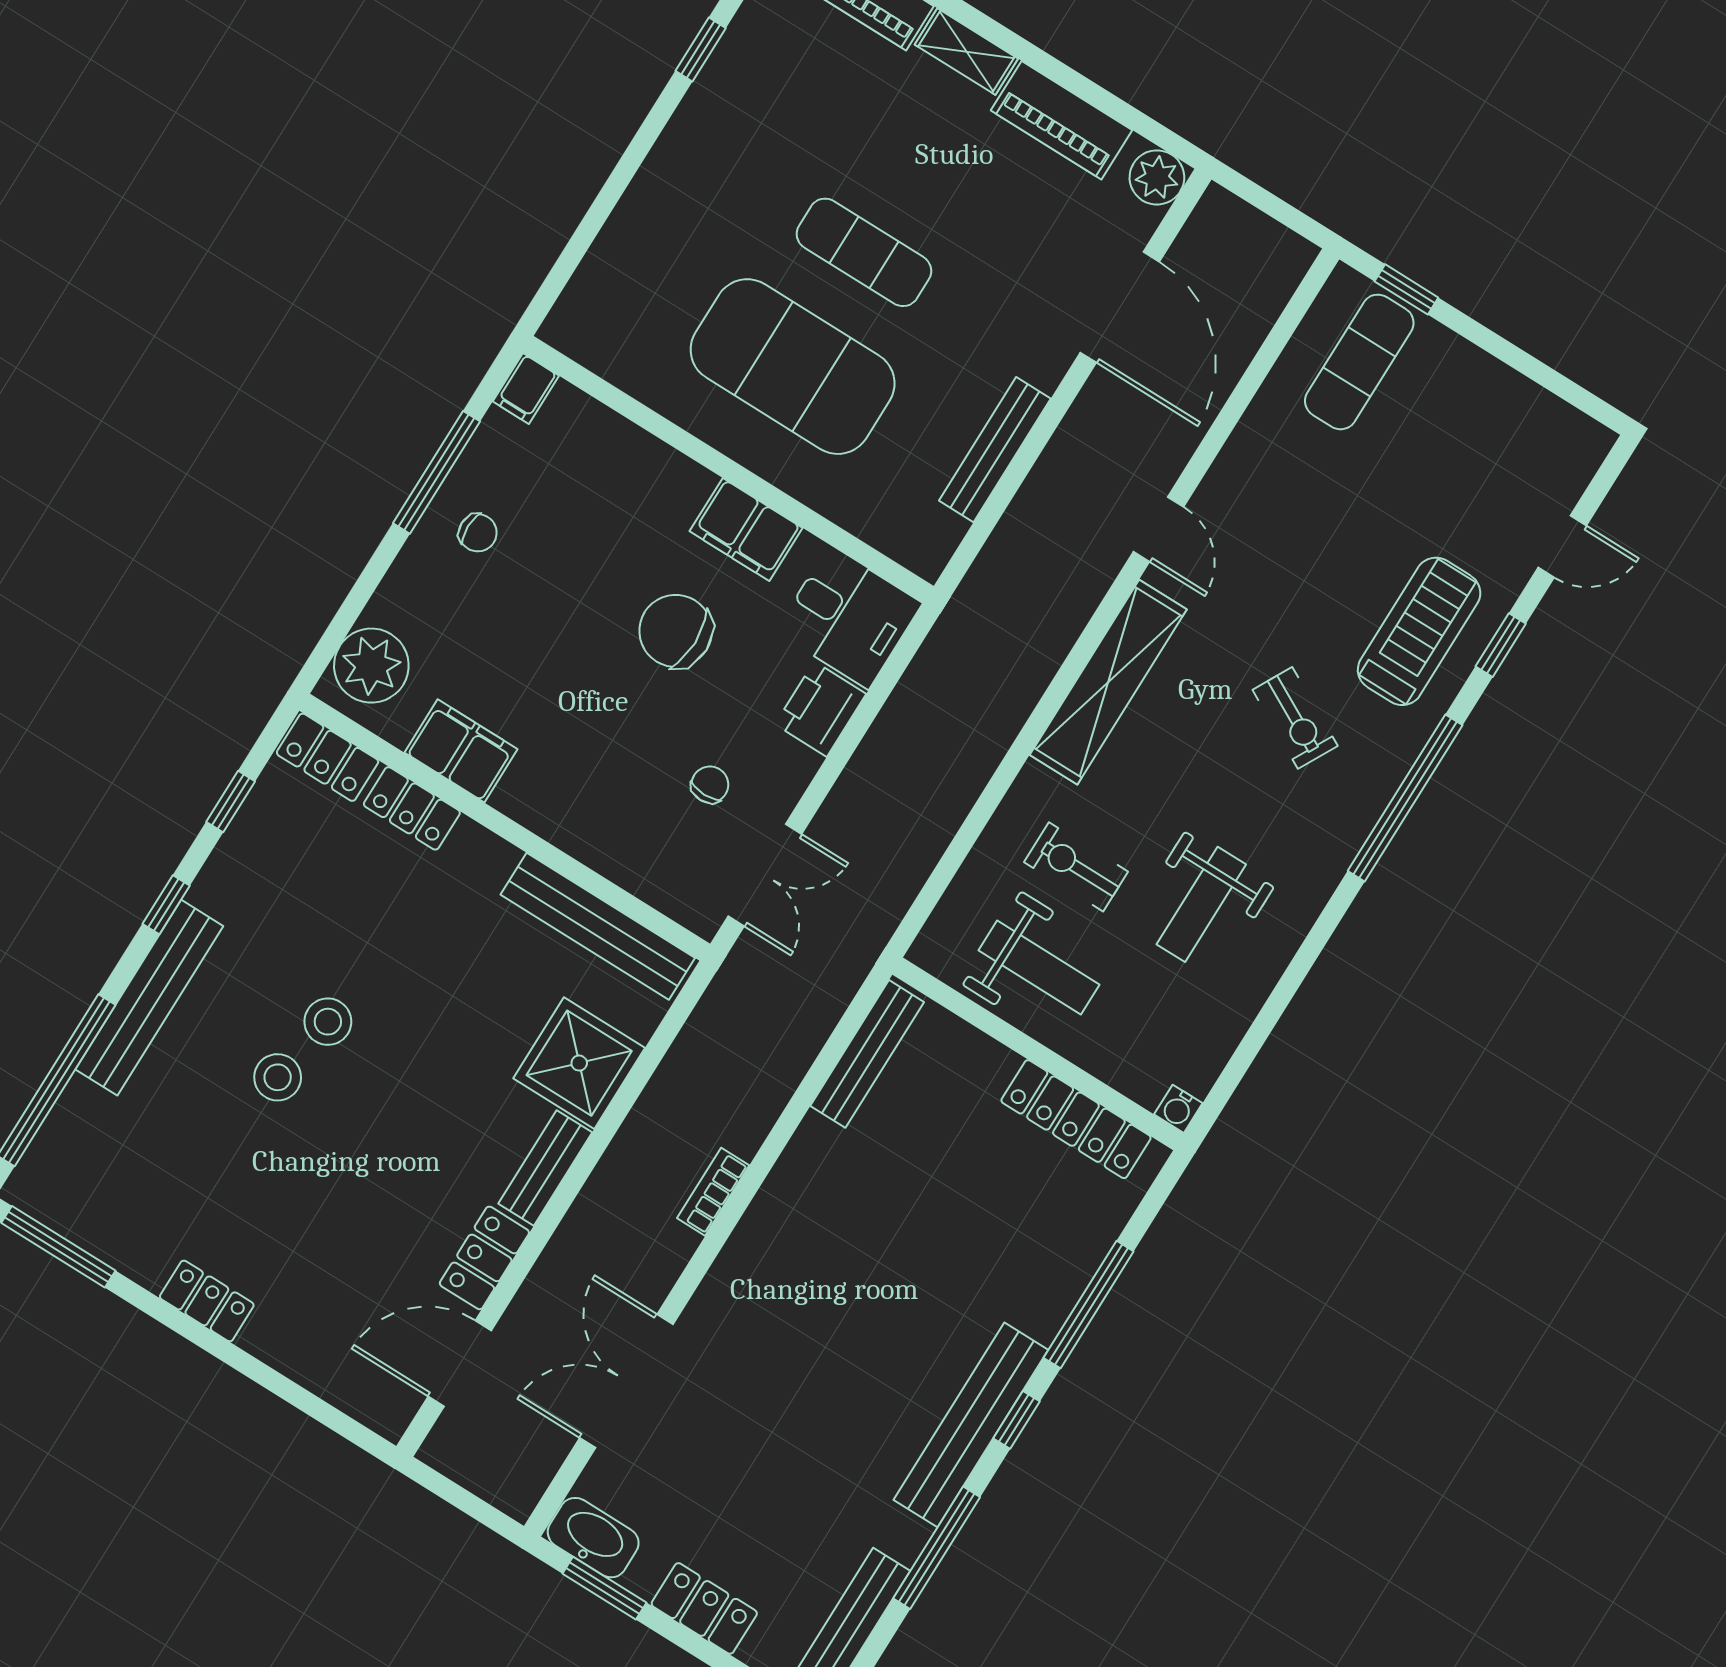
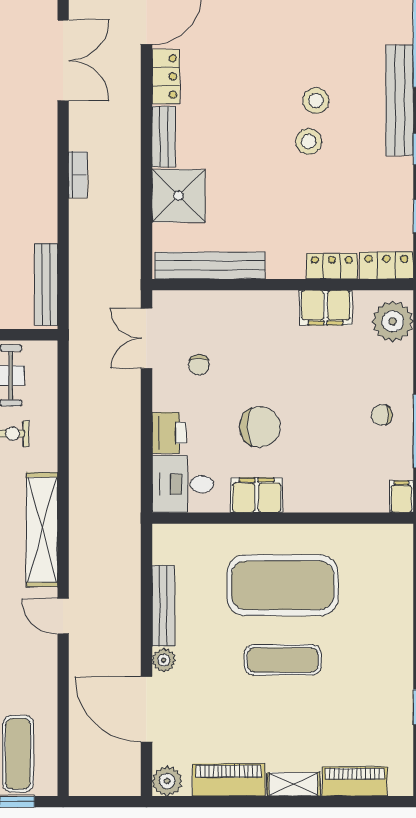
plant: (1046, 366) -> (164, 660), added

